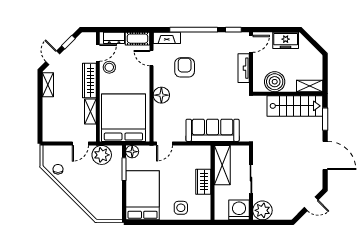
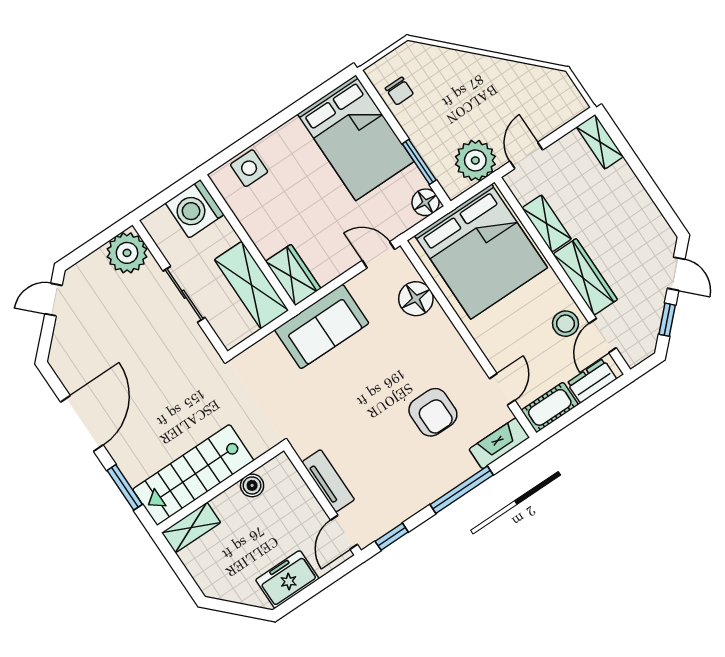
window: (194, 30) -> (462, 490), width x0.68
door: (151, 58) -> (502, 389), hinge flipped
boiler: (275, 82) -> (252, 485), width x0.54, depth x0.54
shelving: (48, 85) -> (600, 142), moved
floor lamp: (161, 95) -> (416, 299), moved
sofa: (213, 130) -> (322, 326), width x0.73
door: (164, 143) -> (378, 255), hinge flipped
door: (325, 155) -> (82, 424), swing flipped
chair: (58, 169) -> (399, 91), moved
wardrobe: (203, 182) -> (293, 275), moved
door: (311, 204) -> (53, 300), moved
side table: (181, 208) -> (249, 168), moved
washing machine: (239, 210) -> (195, 209), moved, turned 90

